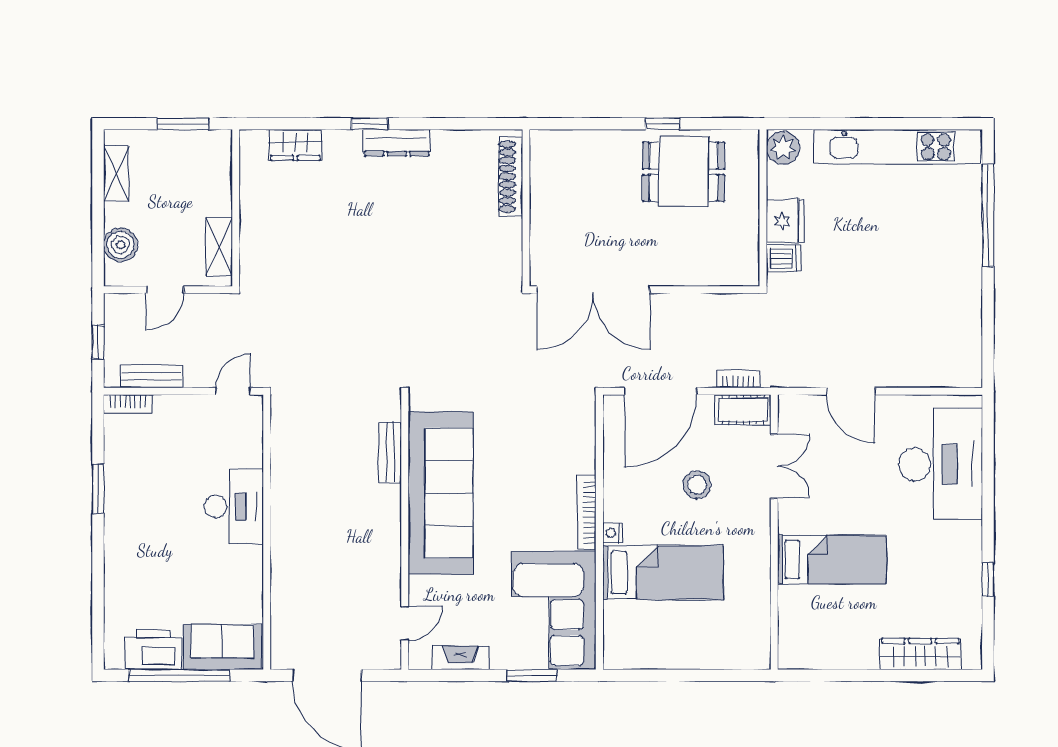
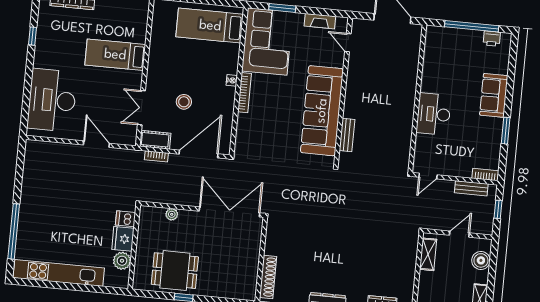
plant: (783, 148) -> (122, 261), moved
plant: (699, 275) -> (172, 214), added
bed: (663, 572) -> (210, 26), moved
door: (405, 623) -> (348, 43), hinge flipped
sofa: (222, 647) -> (494, 95), moved, turned 90
printer: (153, 650) -> (492, 39), width x0.53, depth x0.68

